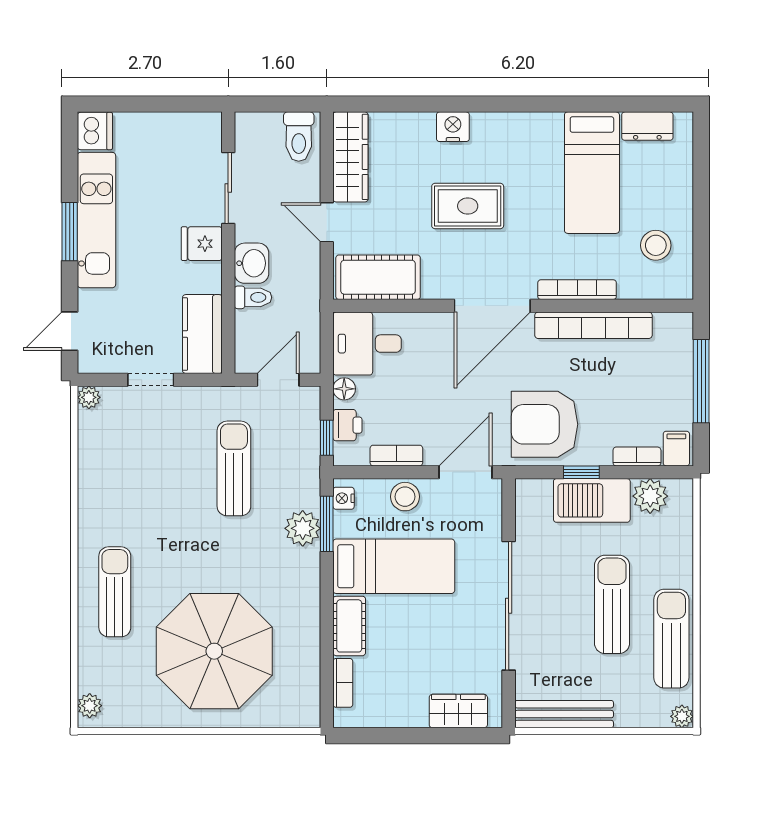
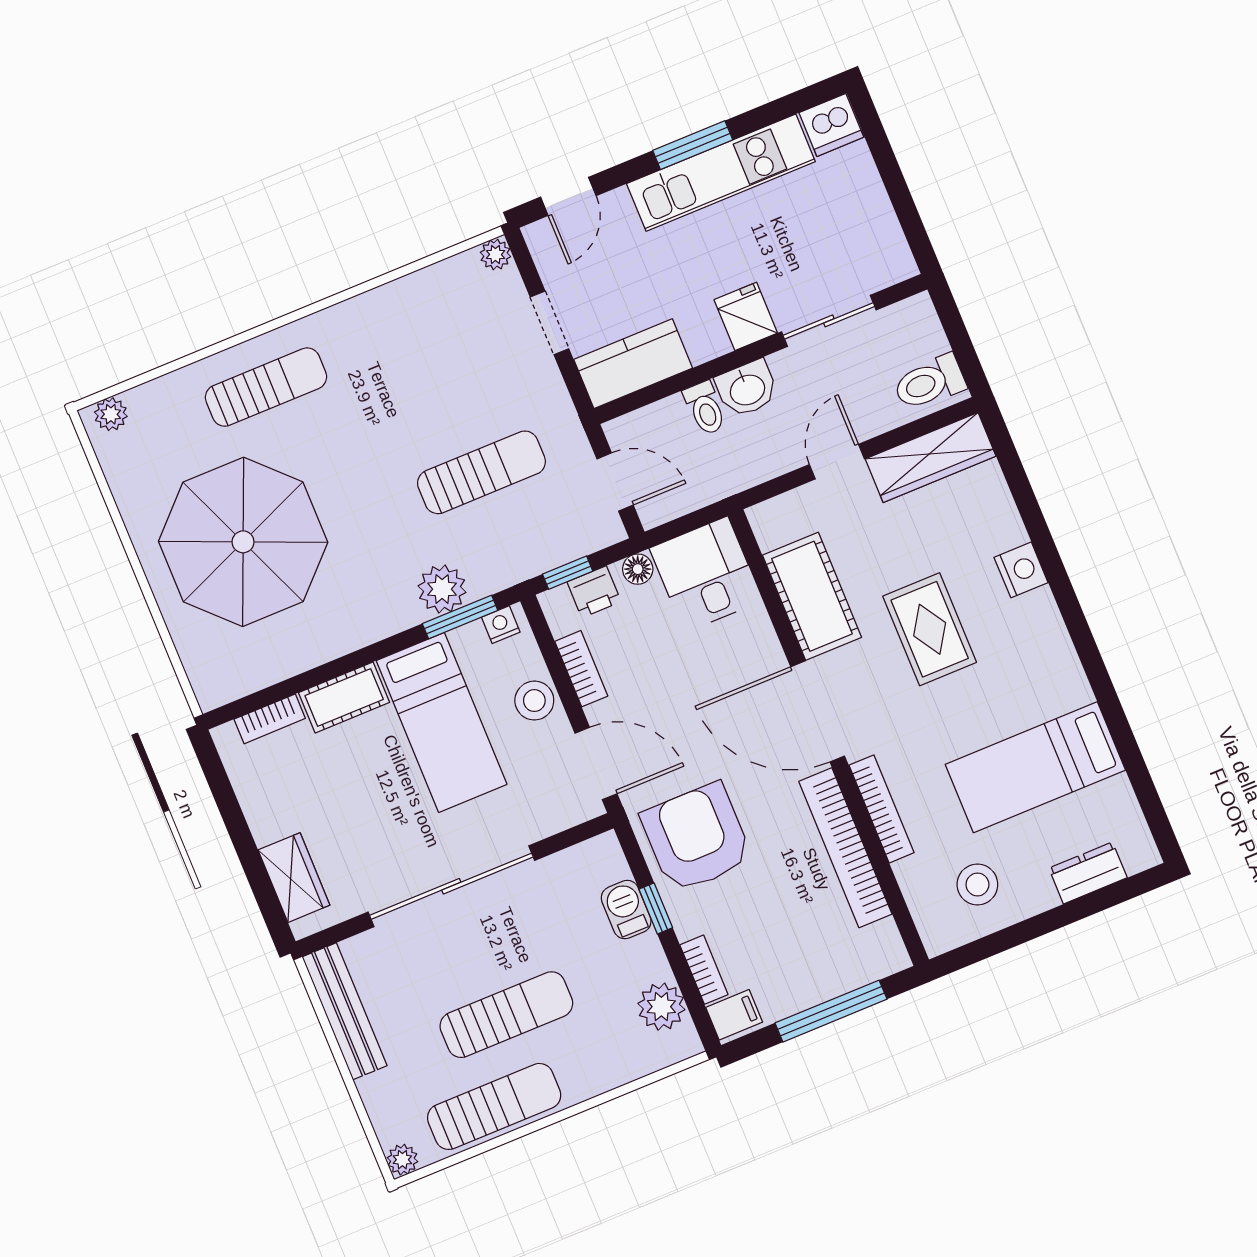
dresser: (647, 126) -> (1088, 873), moved, turned 90
cot: (378, 277) -> (812, 596), moved
door: (70, 331) -> (568, 196), swing flipped
barbecue: (592, 500) -> (626, 910), width x0.53, depth x0.65

